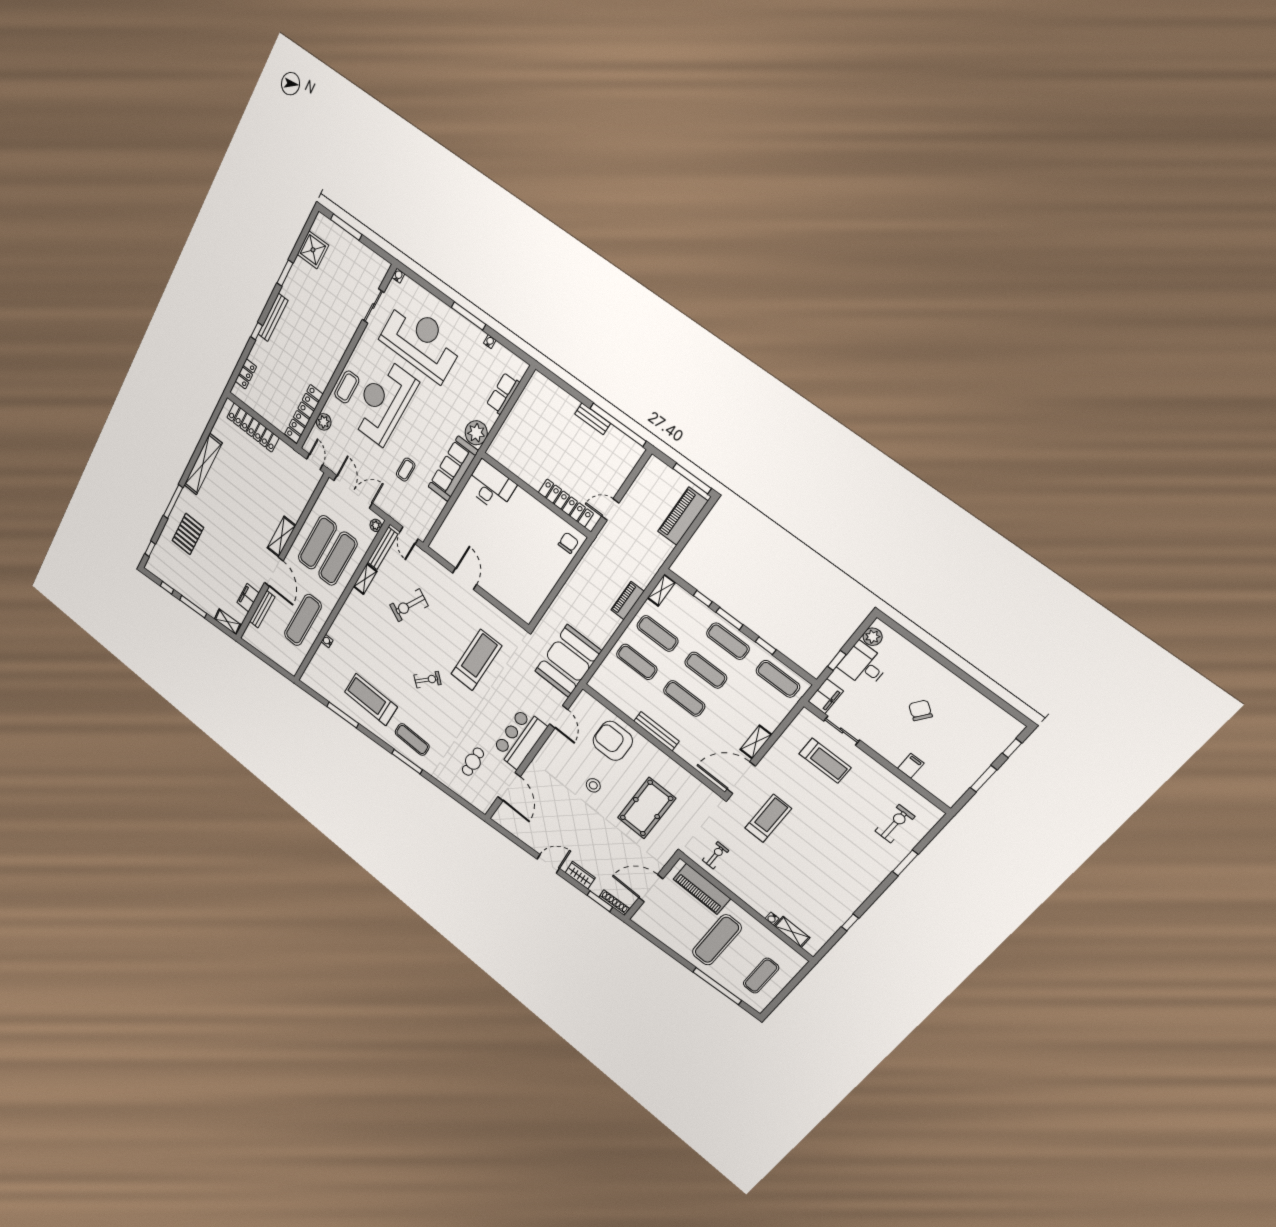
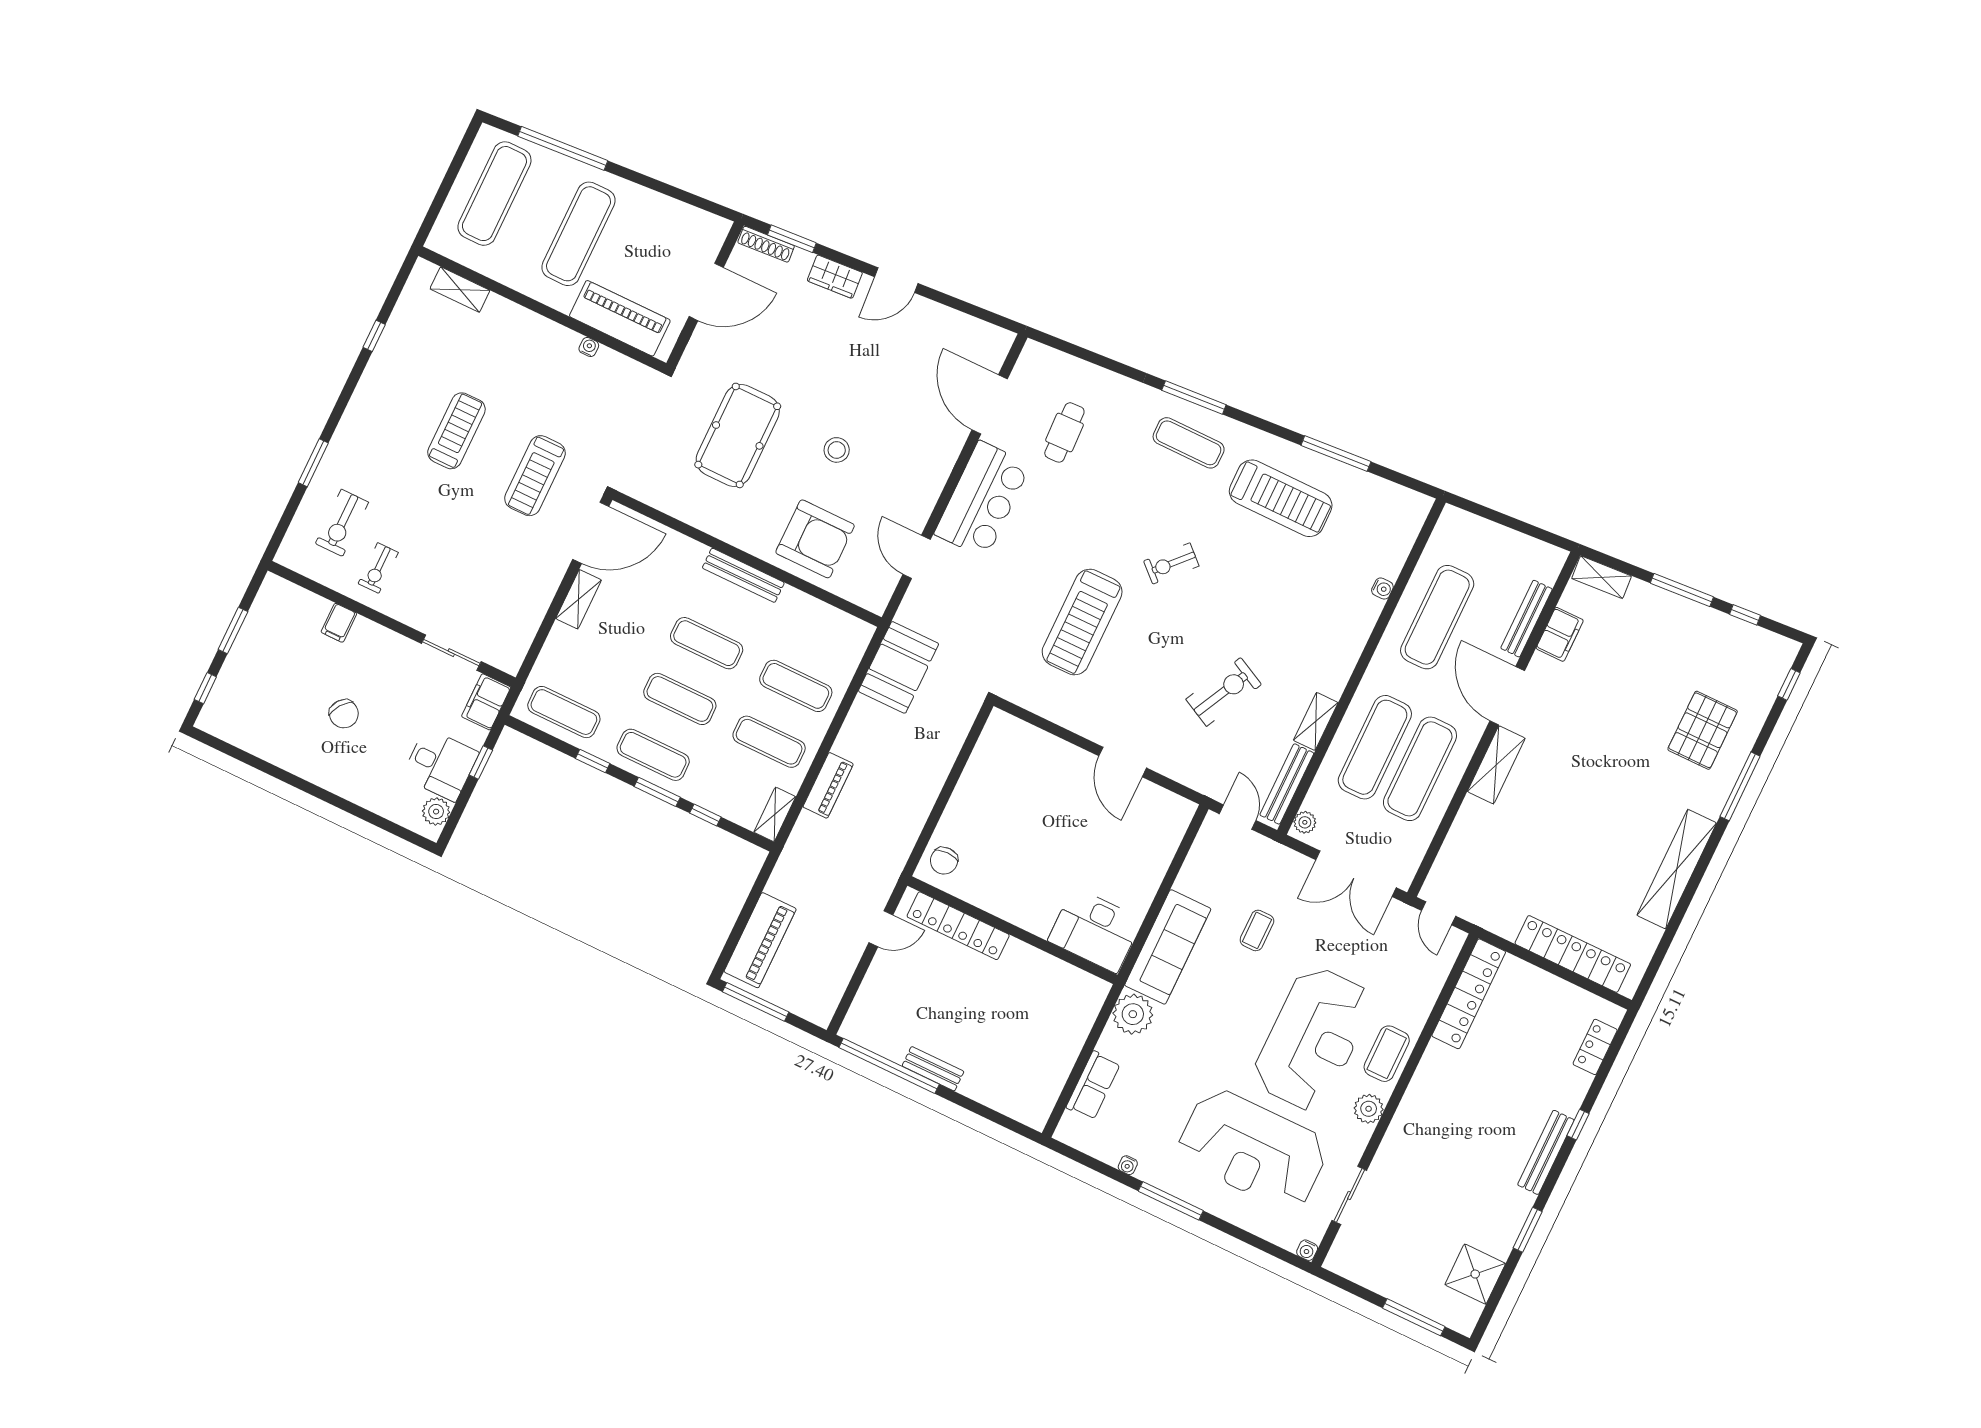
plant: (324, 422) -> (1369, 1109), moved
booth: (568, 661) -> (899, 667), width x0.73, depth x0.70
treadmill: (825, 761) -> (456, 431), moved, turned 90
exercise bike: (716, 855) -> (378, 568), moved
water cooler: (772, 919) -> (589, 347), moved
exercise mat: (761, 976) -> (494, 194), width x1.36, depth x1.45

